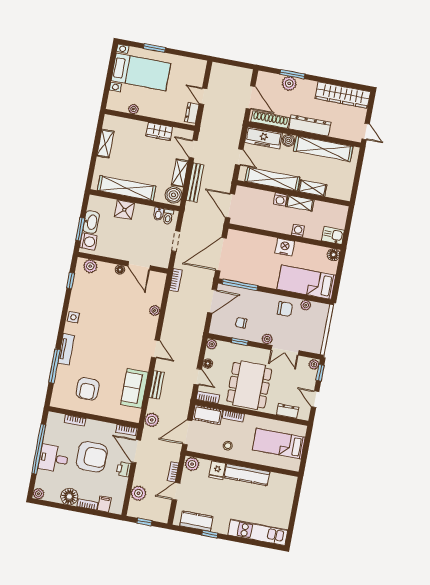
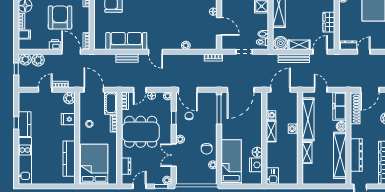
dresser: (310, 126) -> (356, 155), moved
door: (239, 157) -> (321, 90), swing flipped
shelving: (300, 203) -> (271, 131), moved
washing machine: (298, 231) -> (271, 115), moved
nightstand: (285, 247) -> (256, 165), moved
door: (221, 254) -> (241, 90), swing flipped
floor lamp: (333, 255) -> (257, 152), moved
door: (139, 266) -> (219, 26), swing flipped
door: (212, 301) -> (188, 90), moved
door: (155, 349) -> (155, 52), hinge flipped
sofa: (134, 388) -> (126, 41), width x1.36
plant: (152, 420) -> (25, 60), moved
bed: (279, 444) -> (94, 164), width x1.50
door: (136, 451) -> (71, 52), hinge flipped
armchair: (92, 457) -> (60, 17), turned 180
kitchen counter: (247, 475) -> (69, 159), moved
door: (176, 491) -> (45, 90), hinge flipped
kitchen counter: (196, 521) -> (25, 124), moved

